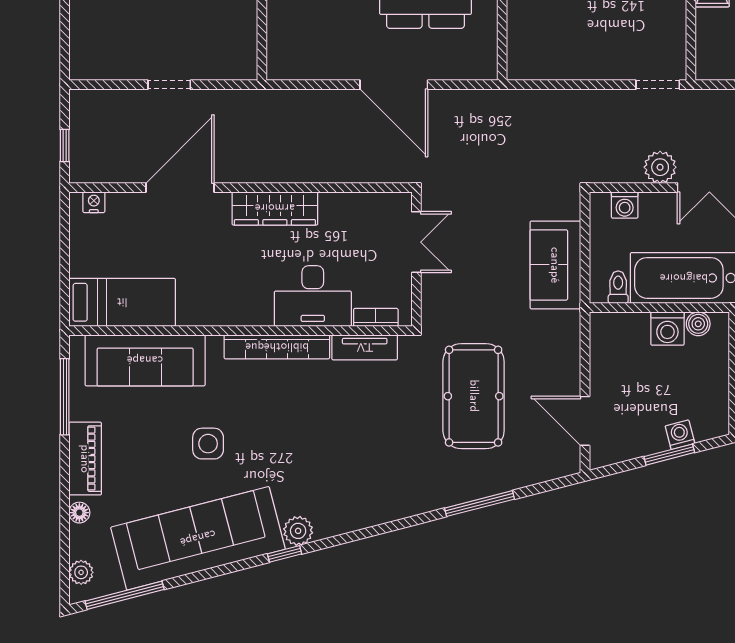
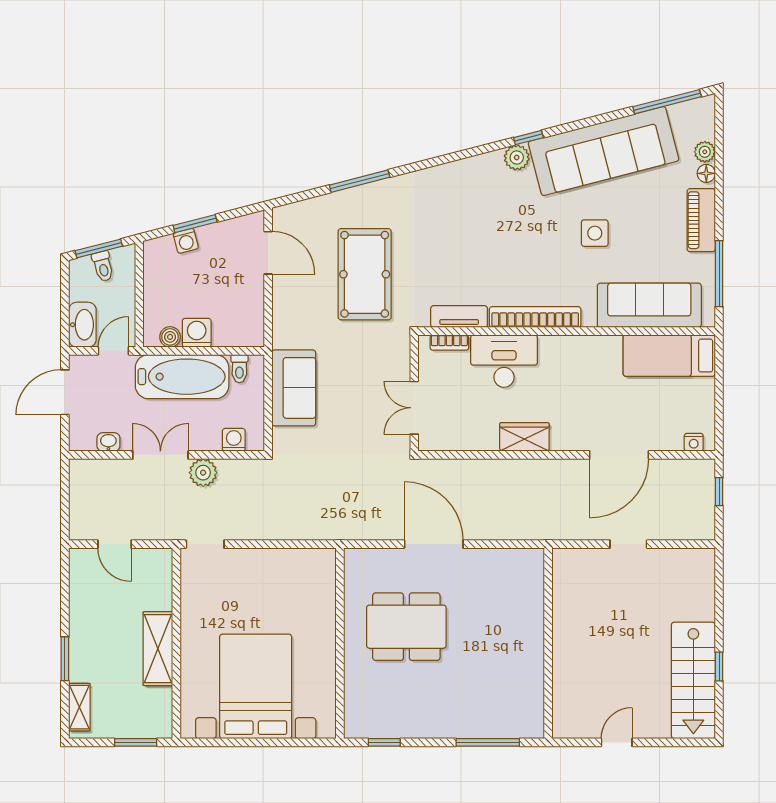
wardrobe: (275, 208) -> (524, 437), width x0.67
plant: (81, 572) -> (705, 152), moved

